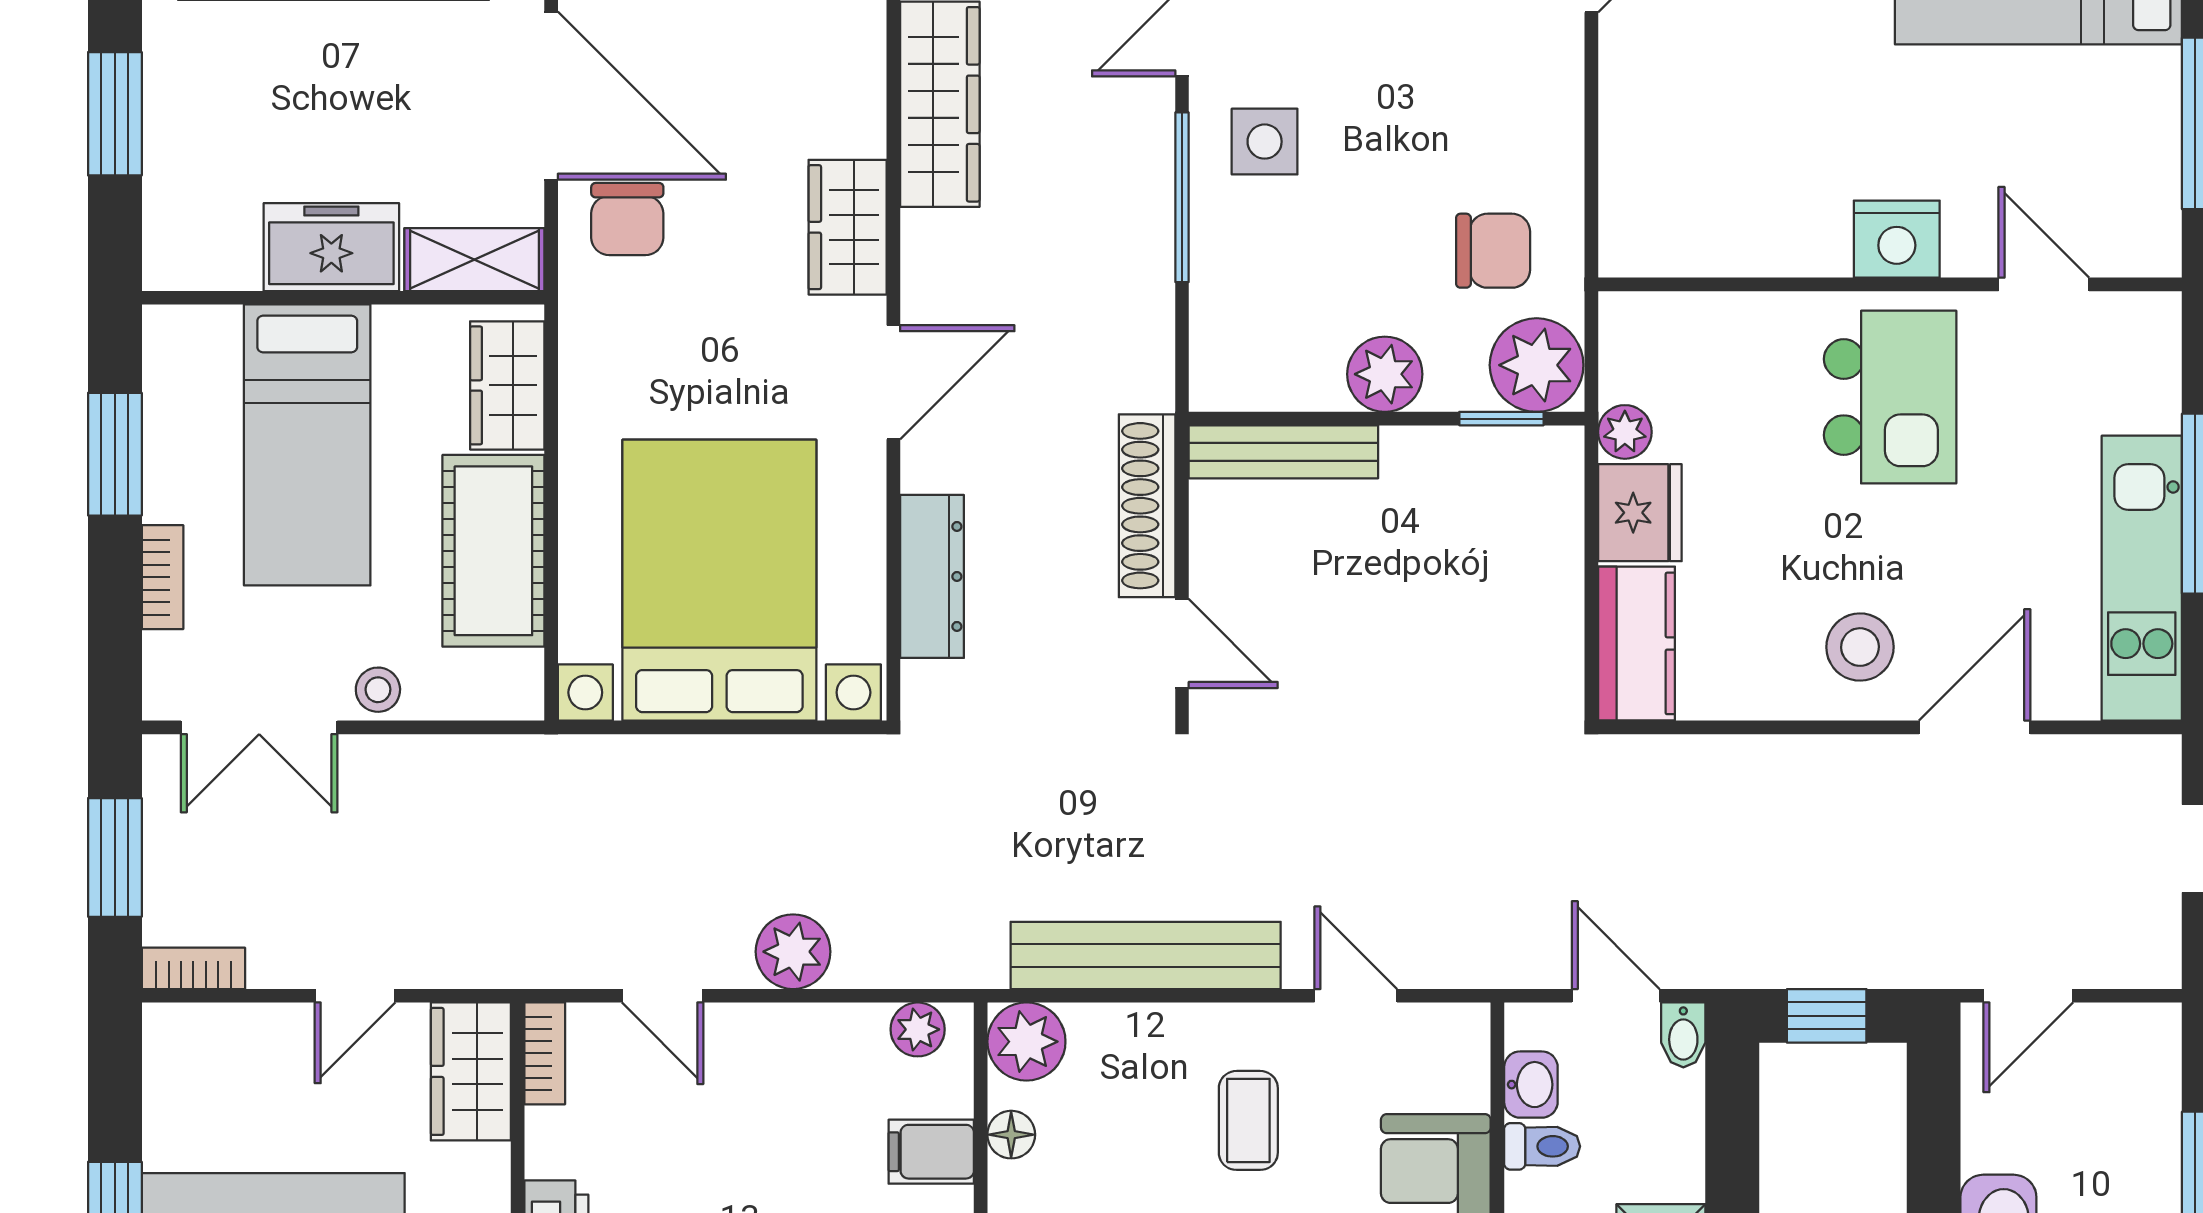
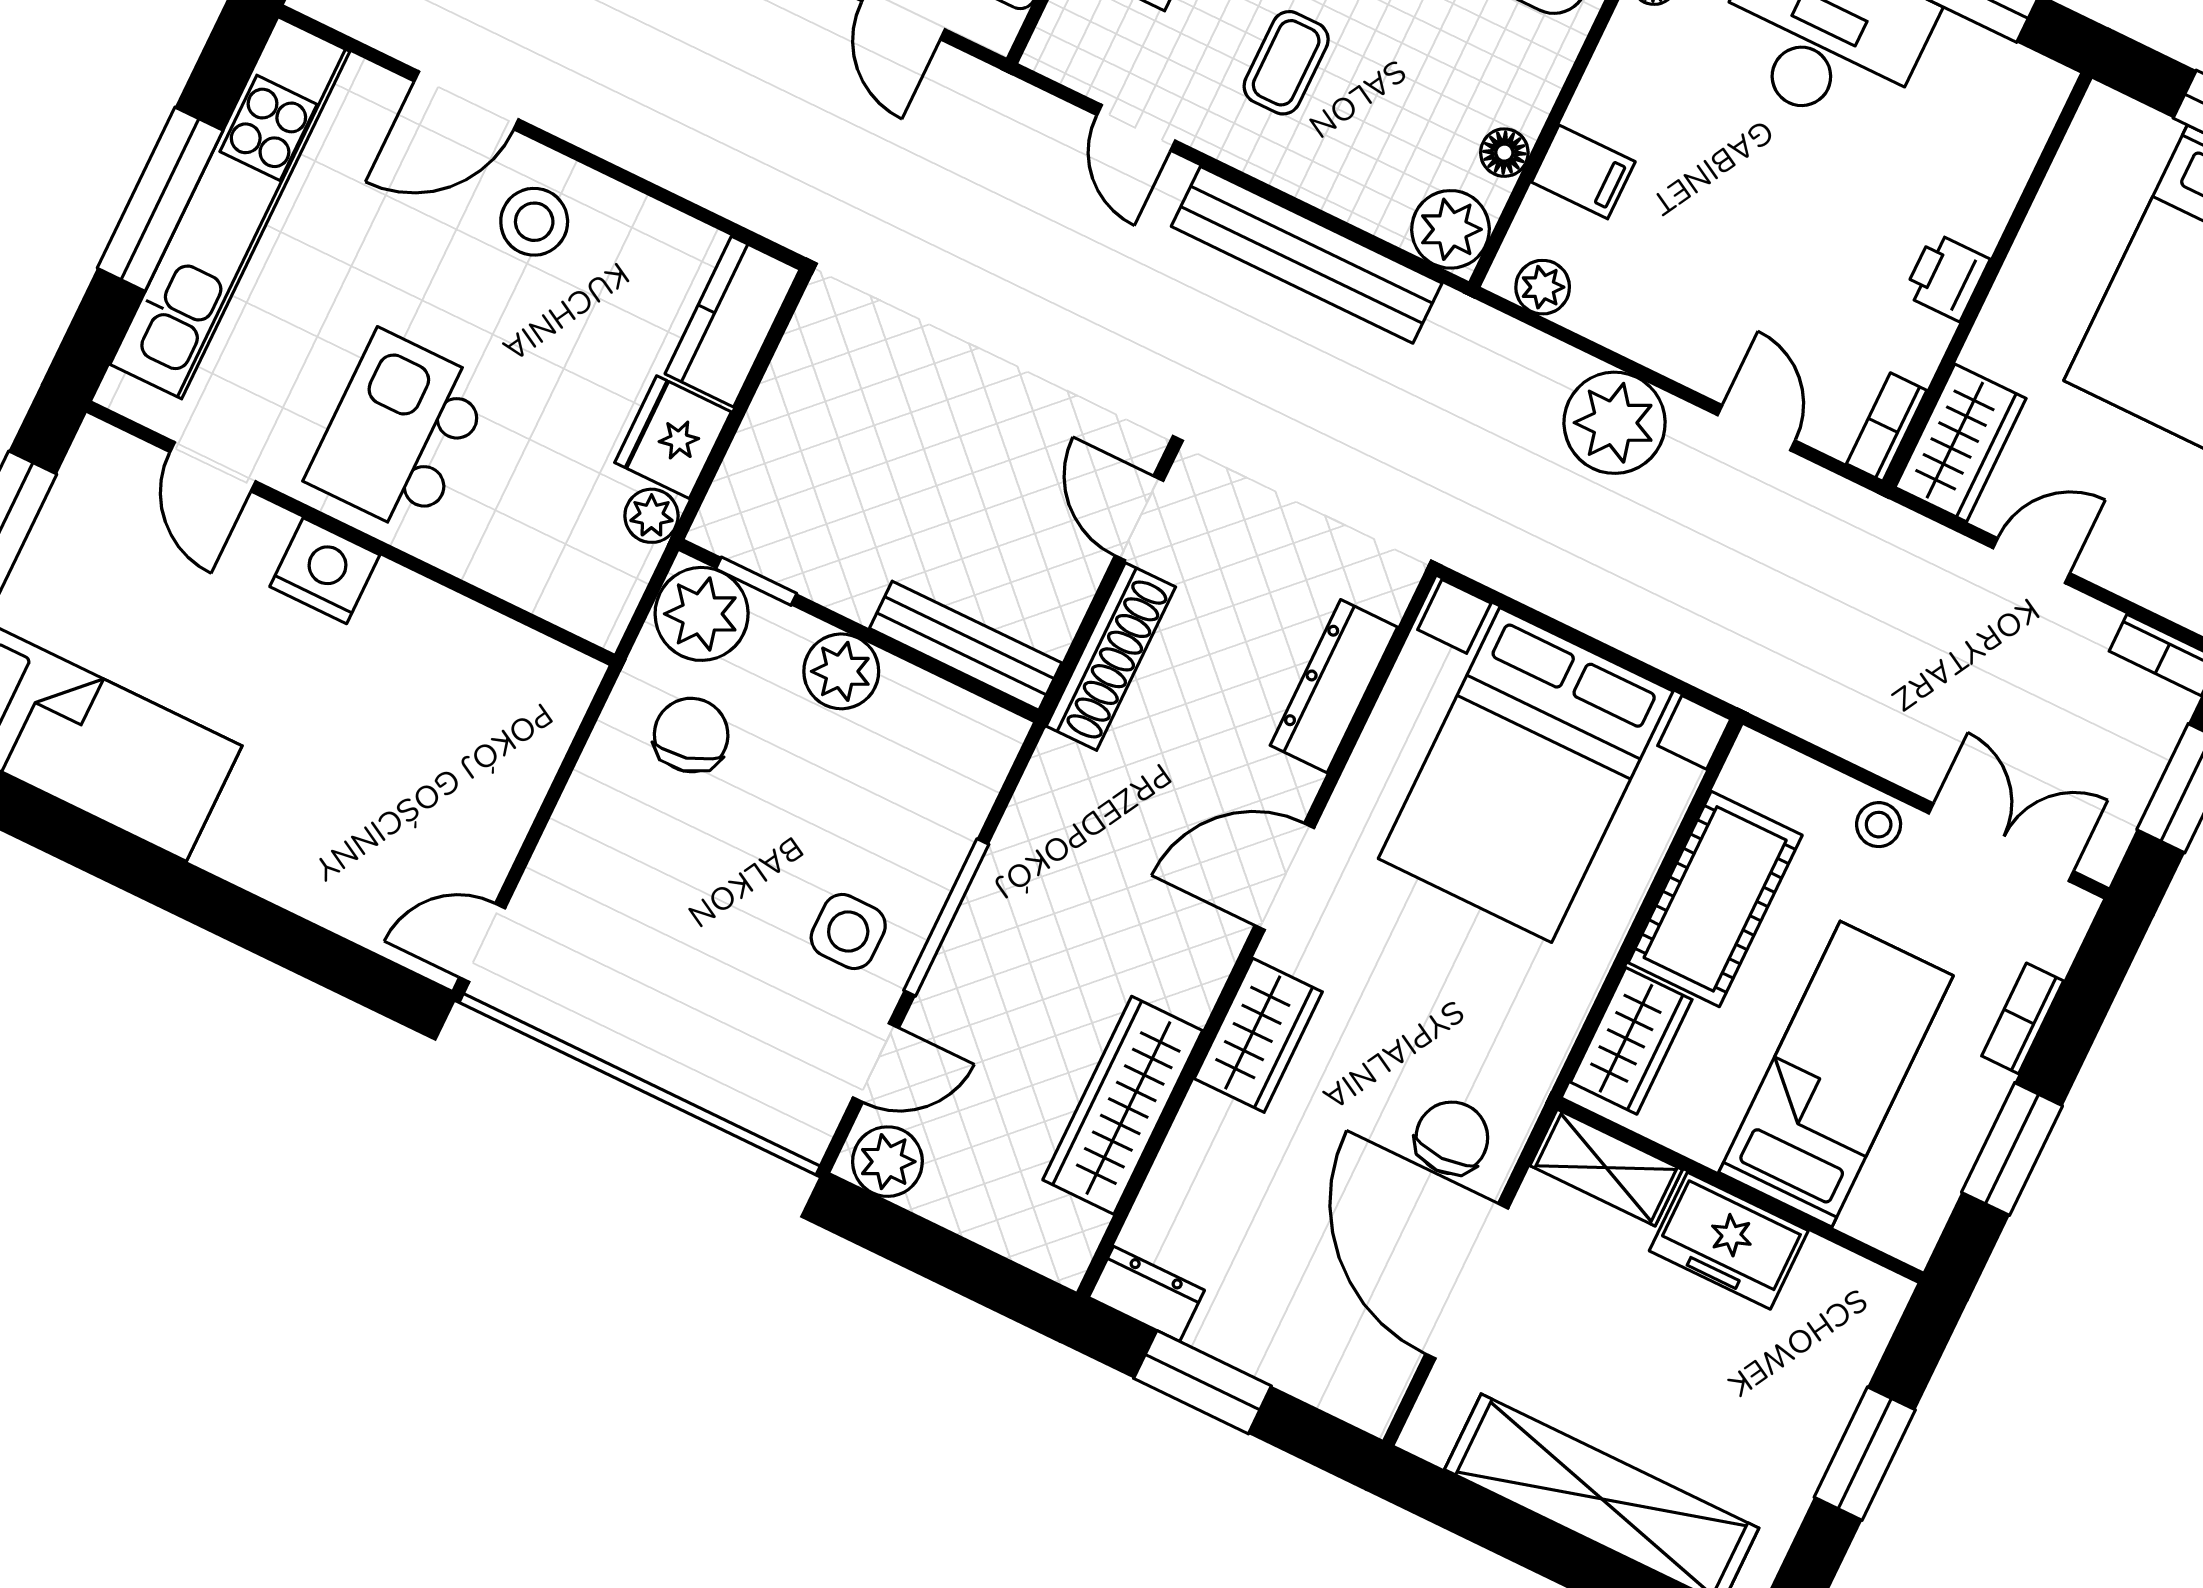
chair: (1493, 251) -> (691, 735), turned 76
kitchen unit: (2142, 578) -> (230, 208), width x1.36
plant: (793, 952) -> (1615, 423), width x1.36, depth x1.36

